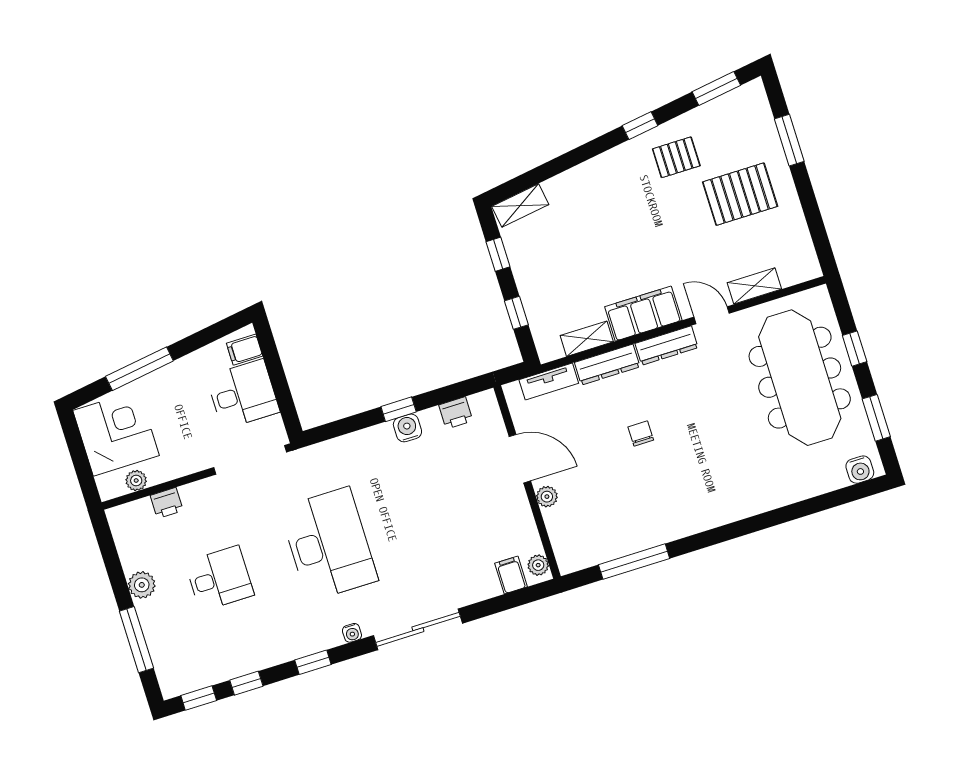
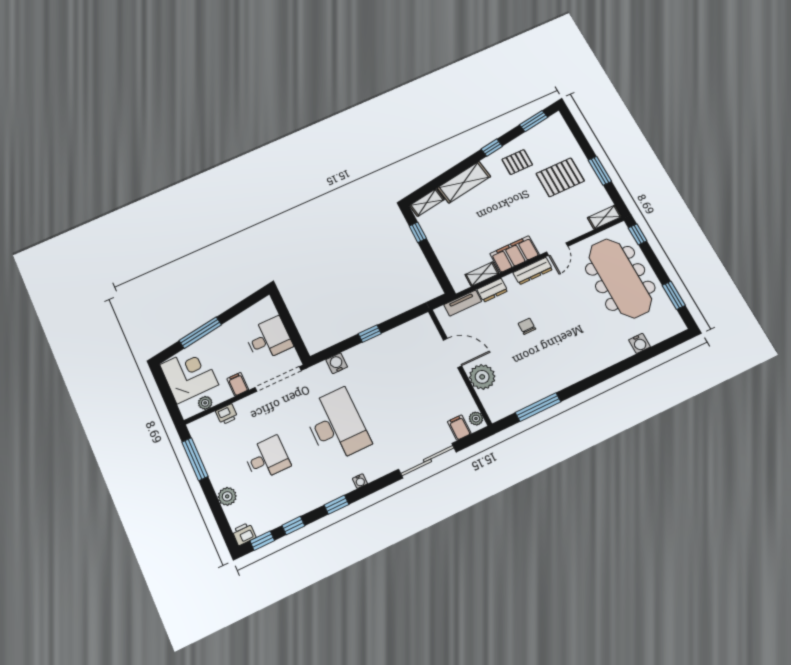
window: (789, 140) -> (600, 171), moved
shelving: (585, 179) -> (464, 182), added
shelving: (754, 286) -> (604, 217), moved
window: (516, 313) -> (435, 265), removed
door: (712, 315) -> (557, 249), swing flipped
window: (855, 349) -> (638, 234), moved
filing cabinet: (245, 350) -> (238, 384), moved, turned 90
dresser: (607, 365) -> (492, 290), width x0.70
printer: (456, 413) -> (244, 534), moved, turned 180
water cooler: (407, 428) -> (337, 363), moved
water cooler: (860, 470) -> (639, 343), moved
plant: (547, 497) -> (482, 377), width x1.87, depth x1.87
plant: (142, 585) -> (227, 496), moved
sliding door: (418, 629) -> (427, 461), moved
window: (136, 640) -> (195, 459), moved

